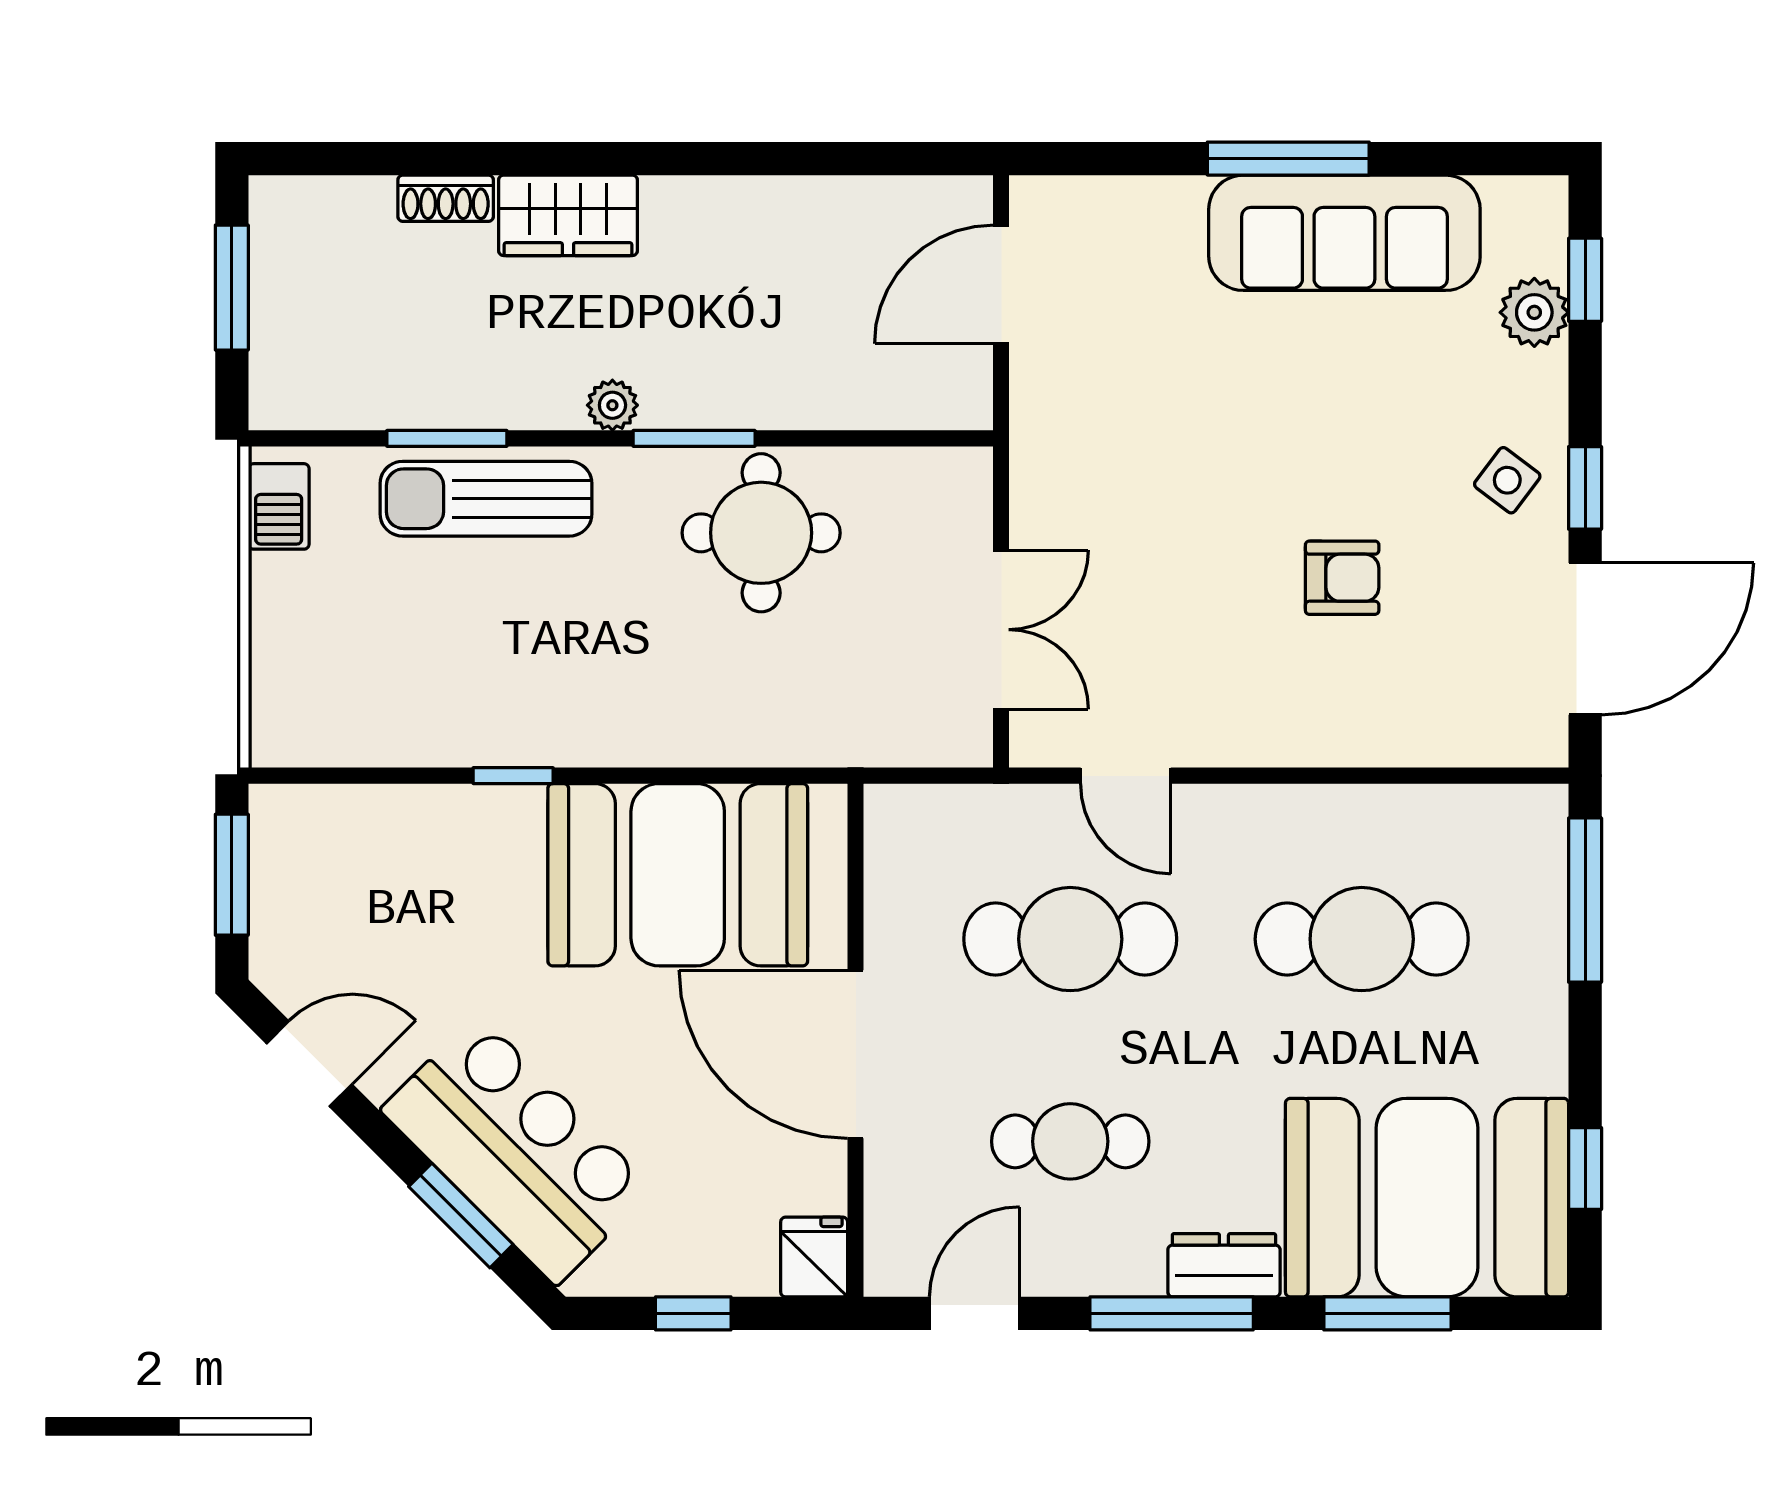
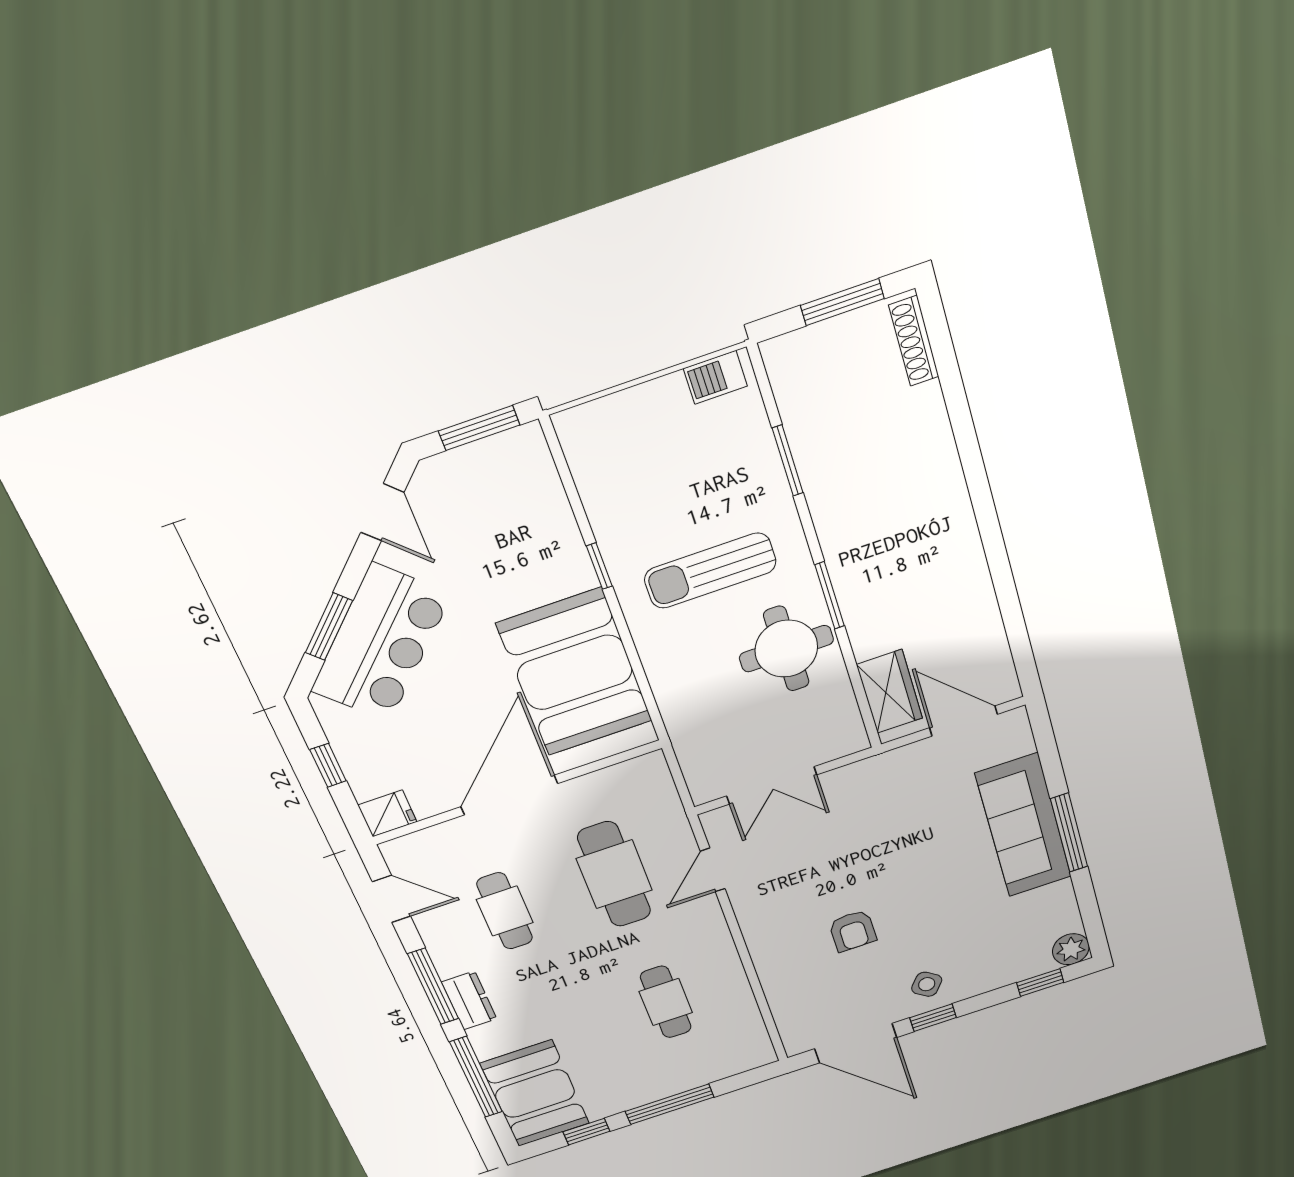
shoe rack: (446, 198) -> (914, 341), moved, width x1.43
wardrobe: (568, 215) -> (890, 691), moved, turned 180
sofa: (1344, 233) -> (1024, 825), moved
plant: (1534, 312) -> (1071, 949), moved
plant: (612, 405) -> (836, 545), removed
sun lounger: (486, 499) -> (710, 571), moved, turned -90
window: (1585, 900) -> (670, 1104), moved
cafe table: (1362, 939) -> (666, 1002), width x0.73, depth x0.74
booth: (1427, 1198) -> (535, 1094), width x0.73, depth x0.70
window: (1387, 1313) -> (476, 1077), width x1.44

